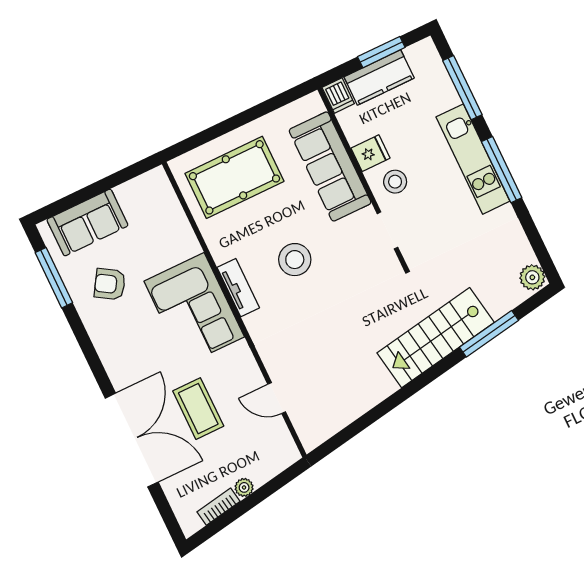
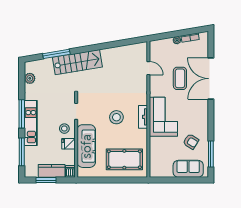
plant: (532, 277) -> (30, 78), moved

